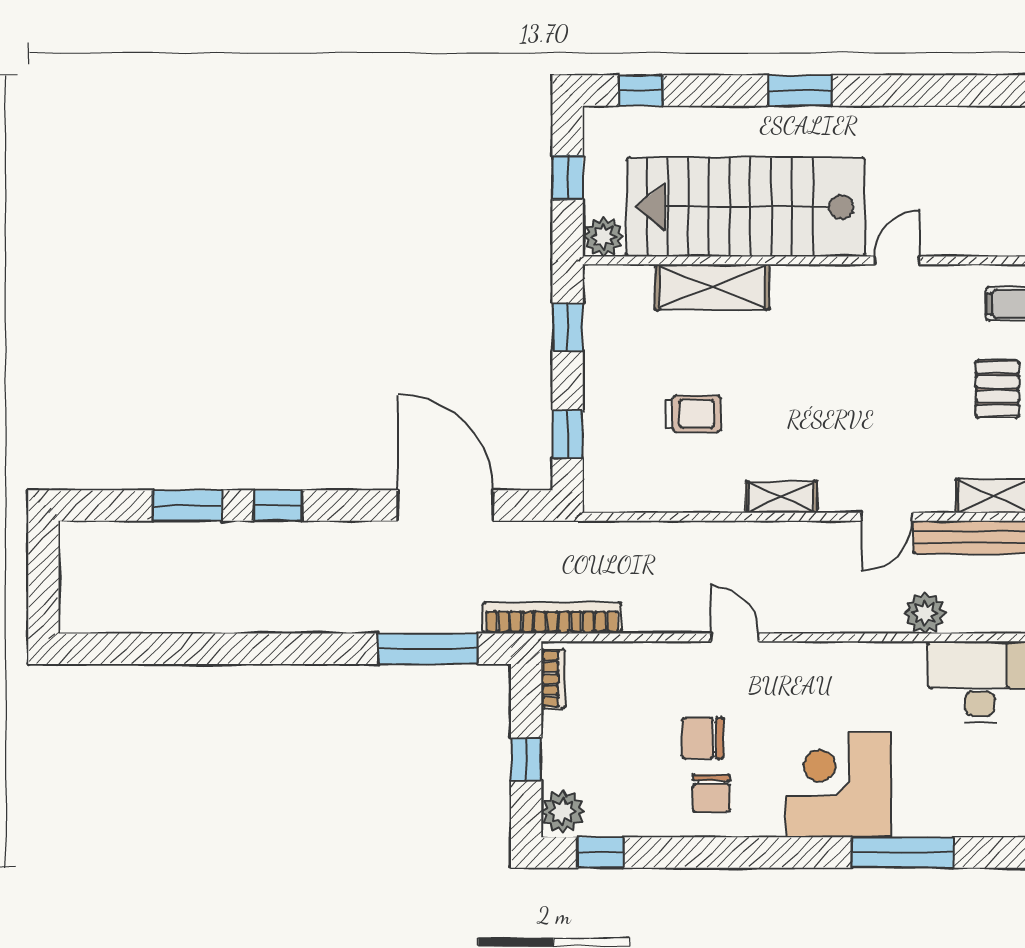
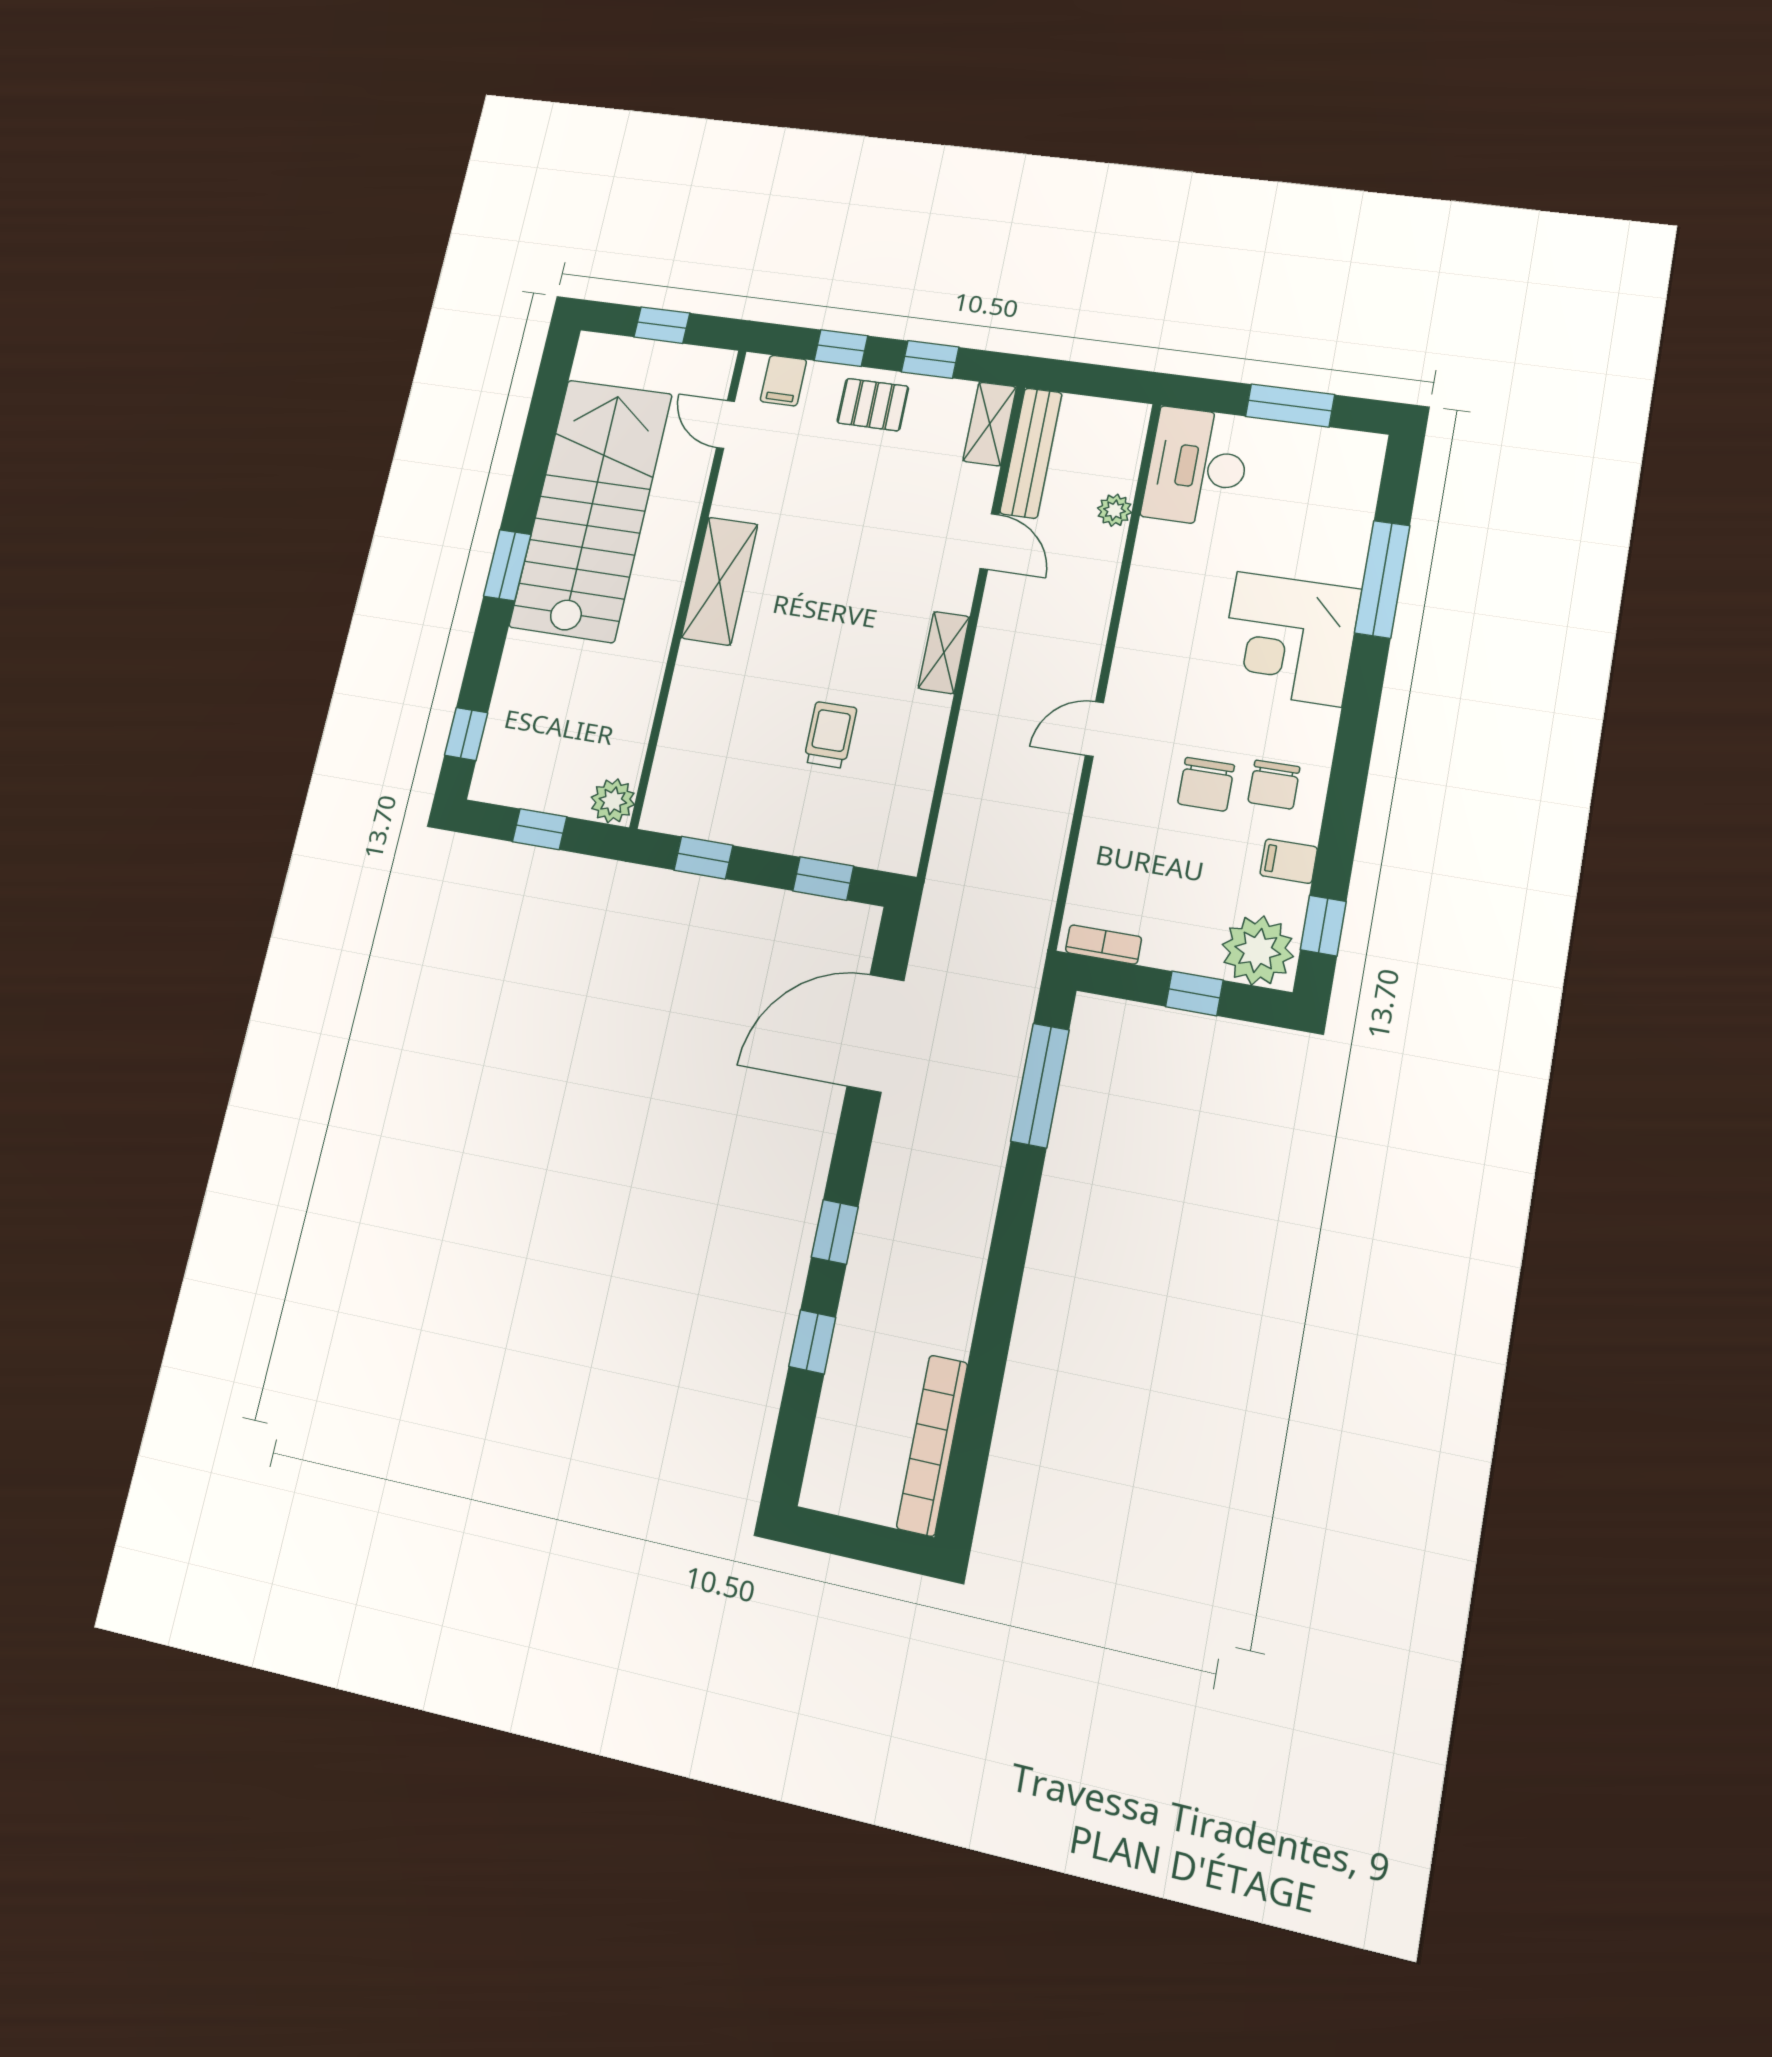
stairs: (746, 207) -> (591, 510), moved, turned 180
door: (897, 260) -> (726, 425), moved
shelving: (712, 287) -> (720, 581), moved
window: (188, 505) -> (812, 1342), width x0.67
plant: (925, 613) -> (1114, 510), width x0.73, depth x0.73
bookcase: (552, 618) -> (932, 1445), moved
chair: (711, 793) -> (1274, 785), turned 90
plant: (563, 812) -> (1258, 950), width x1.36, depth x1.36
filing cabinet: (649, 816) -> (1289, 861), added

